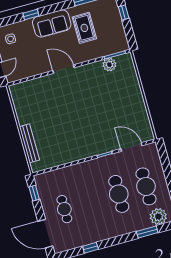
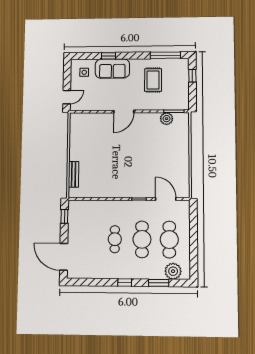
sofa: (52, 23) -> (112, 69), moved
door: (64, 69) -> (124, 112), swing flipped
bench: (29, 143) -> (74, 174), width x0.73
cafe table: (64, 209) -> (115, 239), moved
window: (90, 248) -> (125, 283), moved

